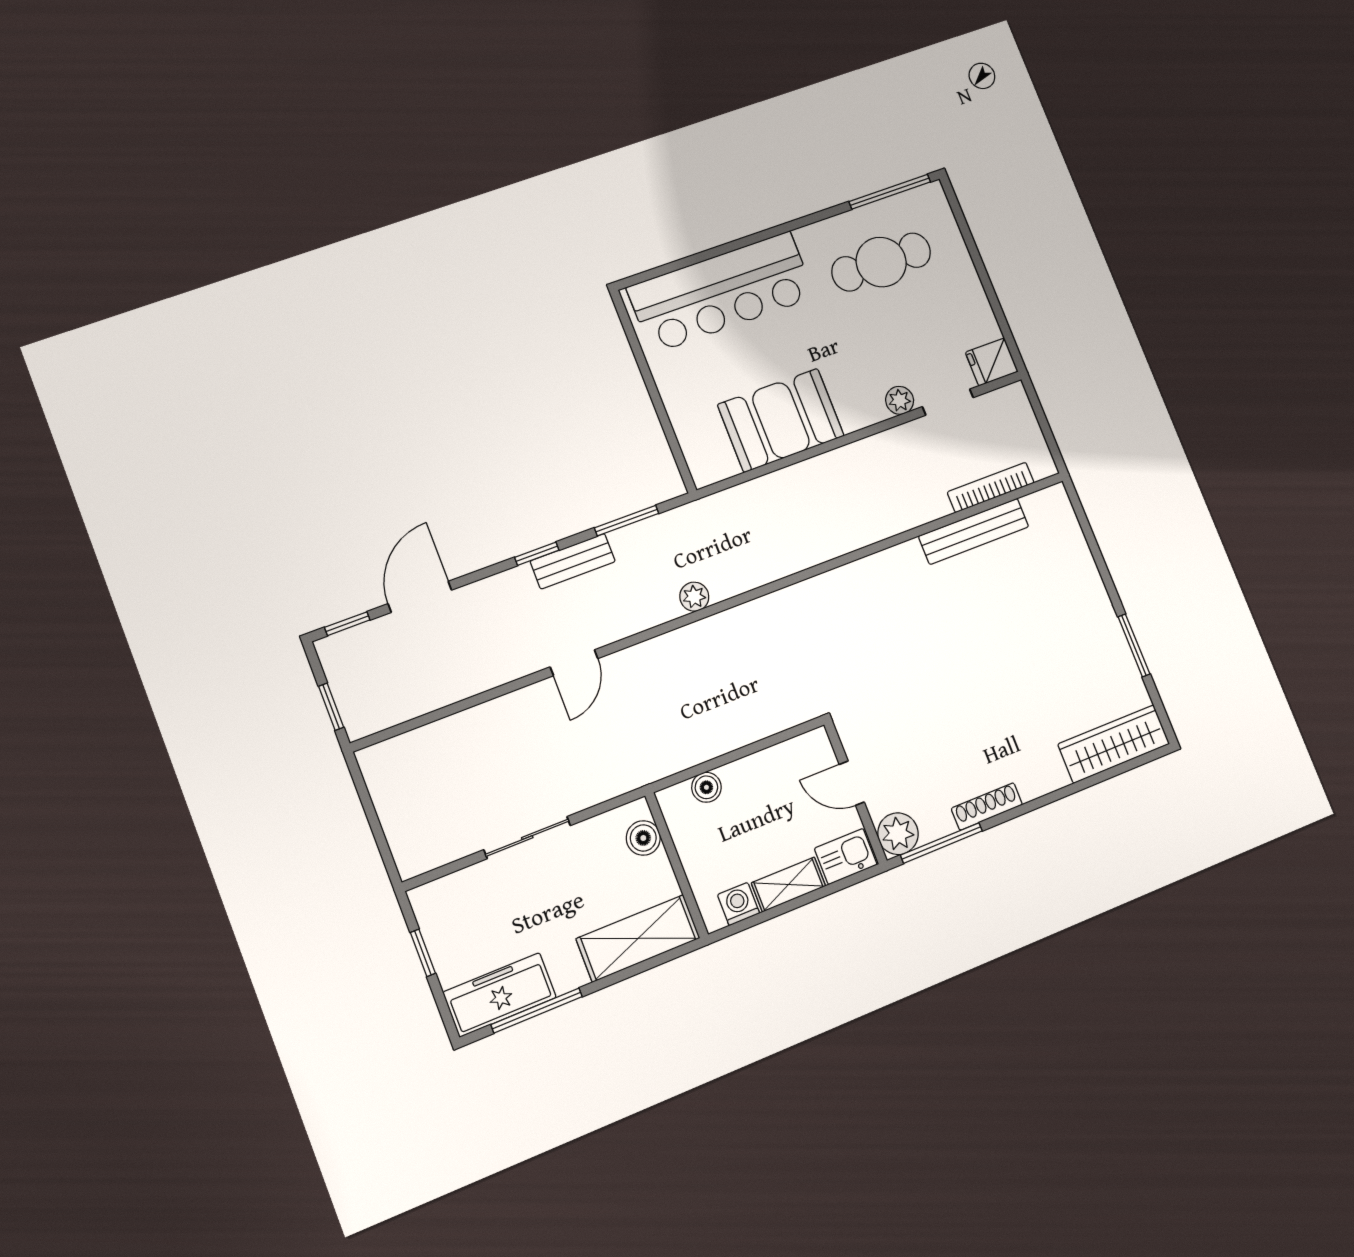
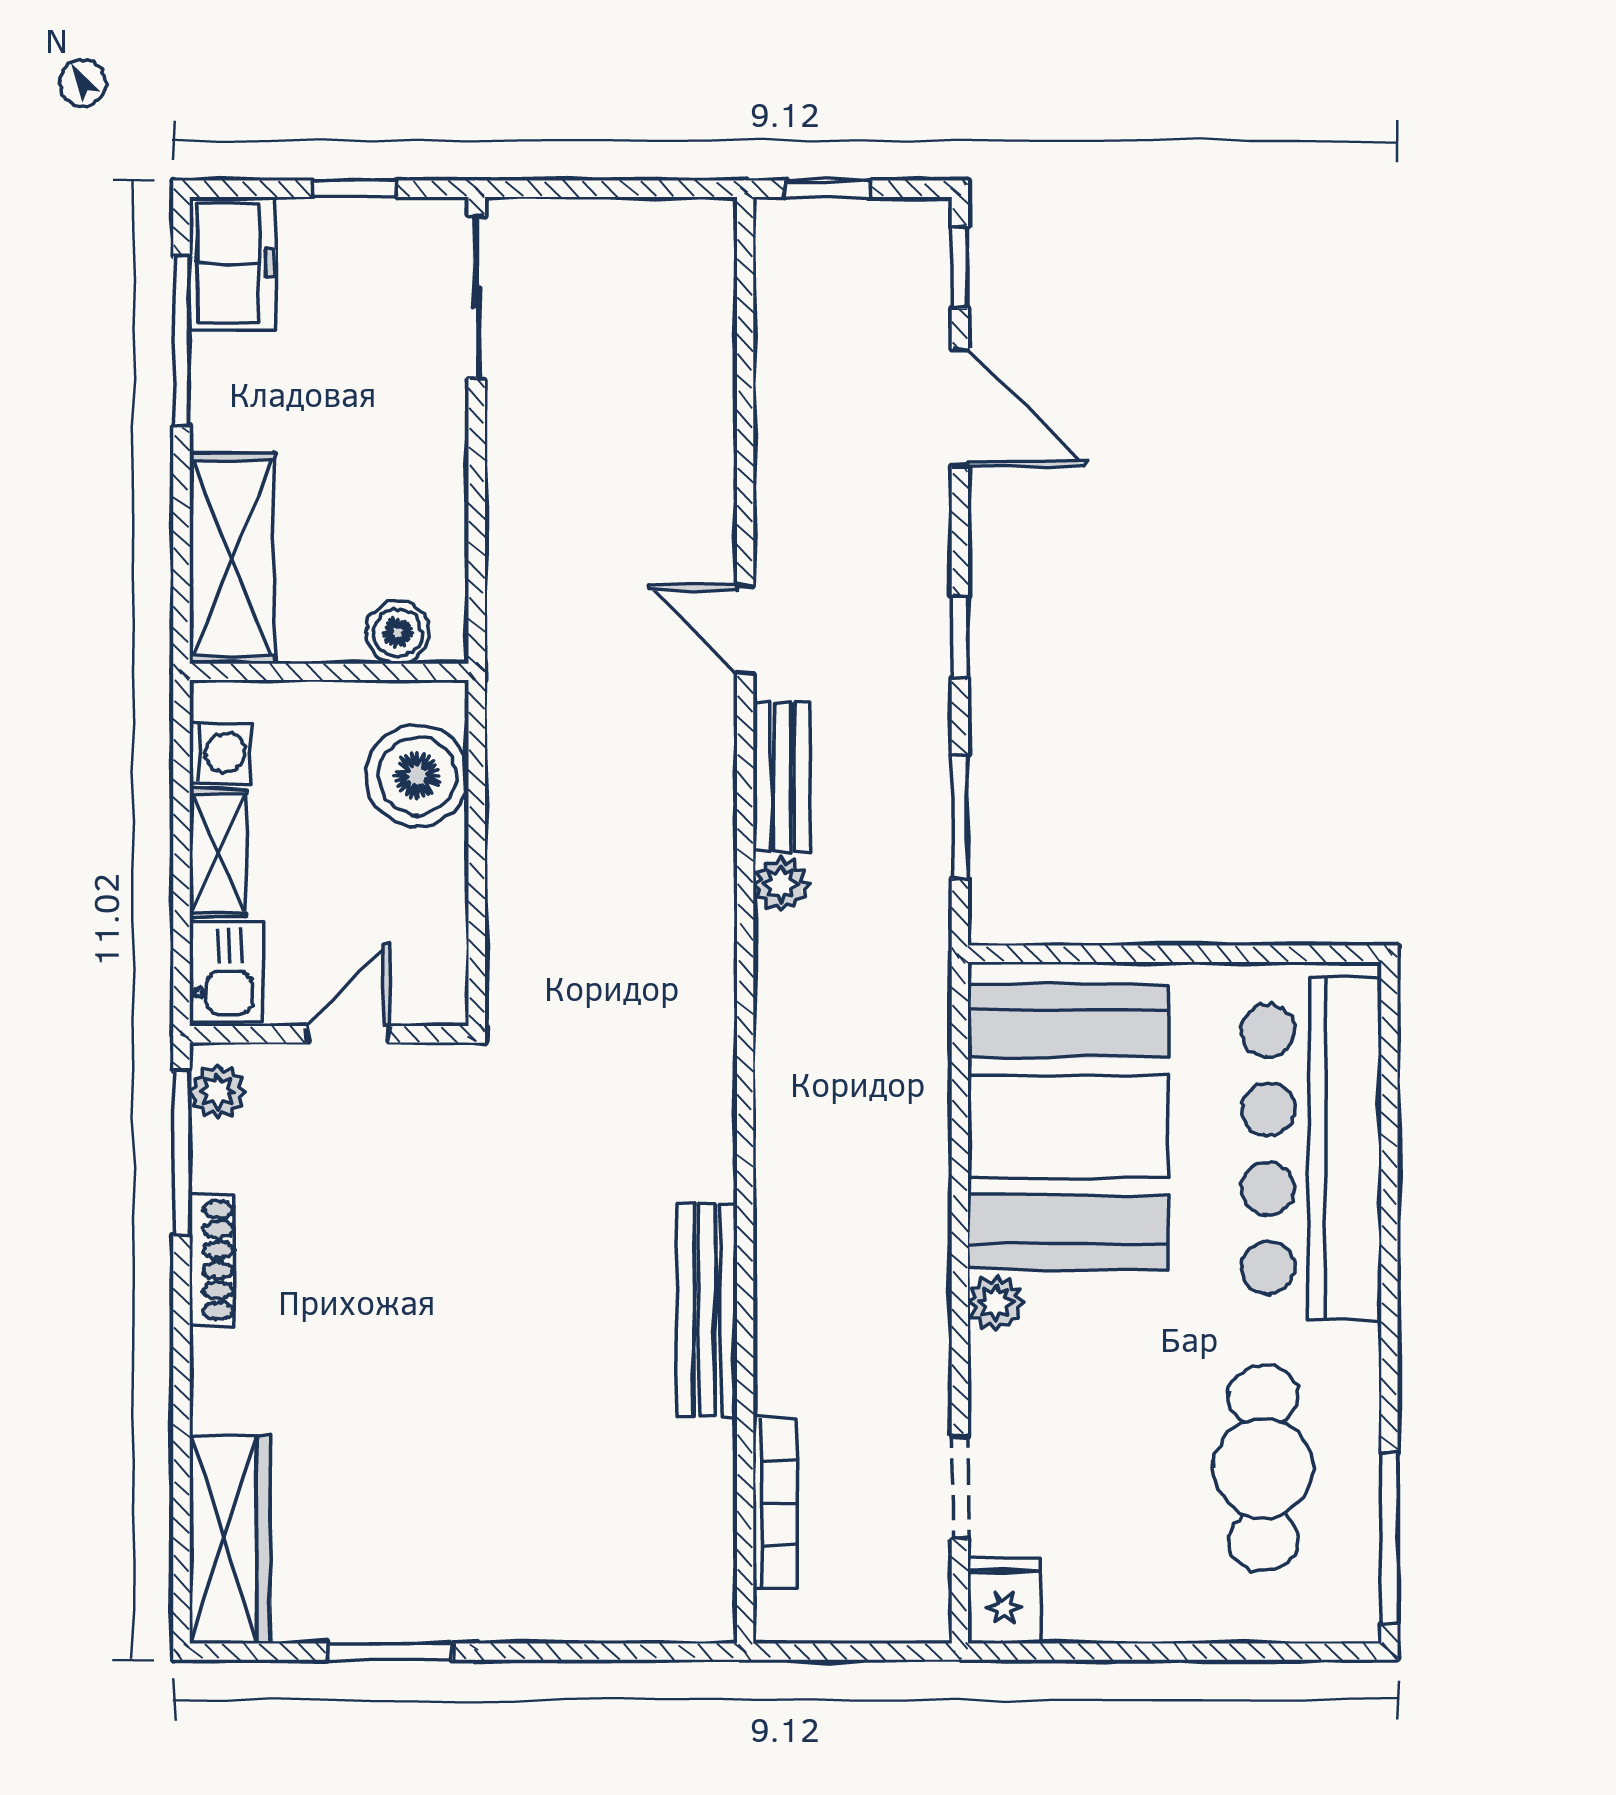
plant: (900, 400) -> (995, 1303), moved
booth: (781, 420) -> (1068, 1127), width x1.36, depth x1.42
bench: (974, 531) -> (707, 1310), moved
bench: (573, 561) -> (782, 777), moved
boiler: (706, 787) -> (417, 775), width x1.86, depth x1.86
plant: (898, 834) -> (218, 1092), width x0.73, depth x0.73
sliding door: (527, 838) -> (477, 297), moved
freezer: (500, 995) -> (233, 263), width x0.71

